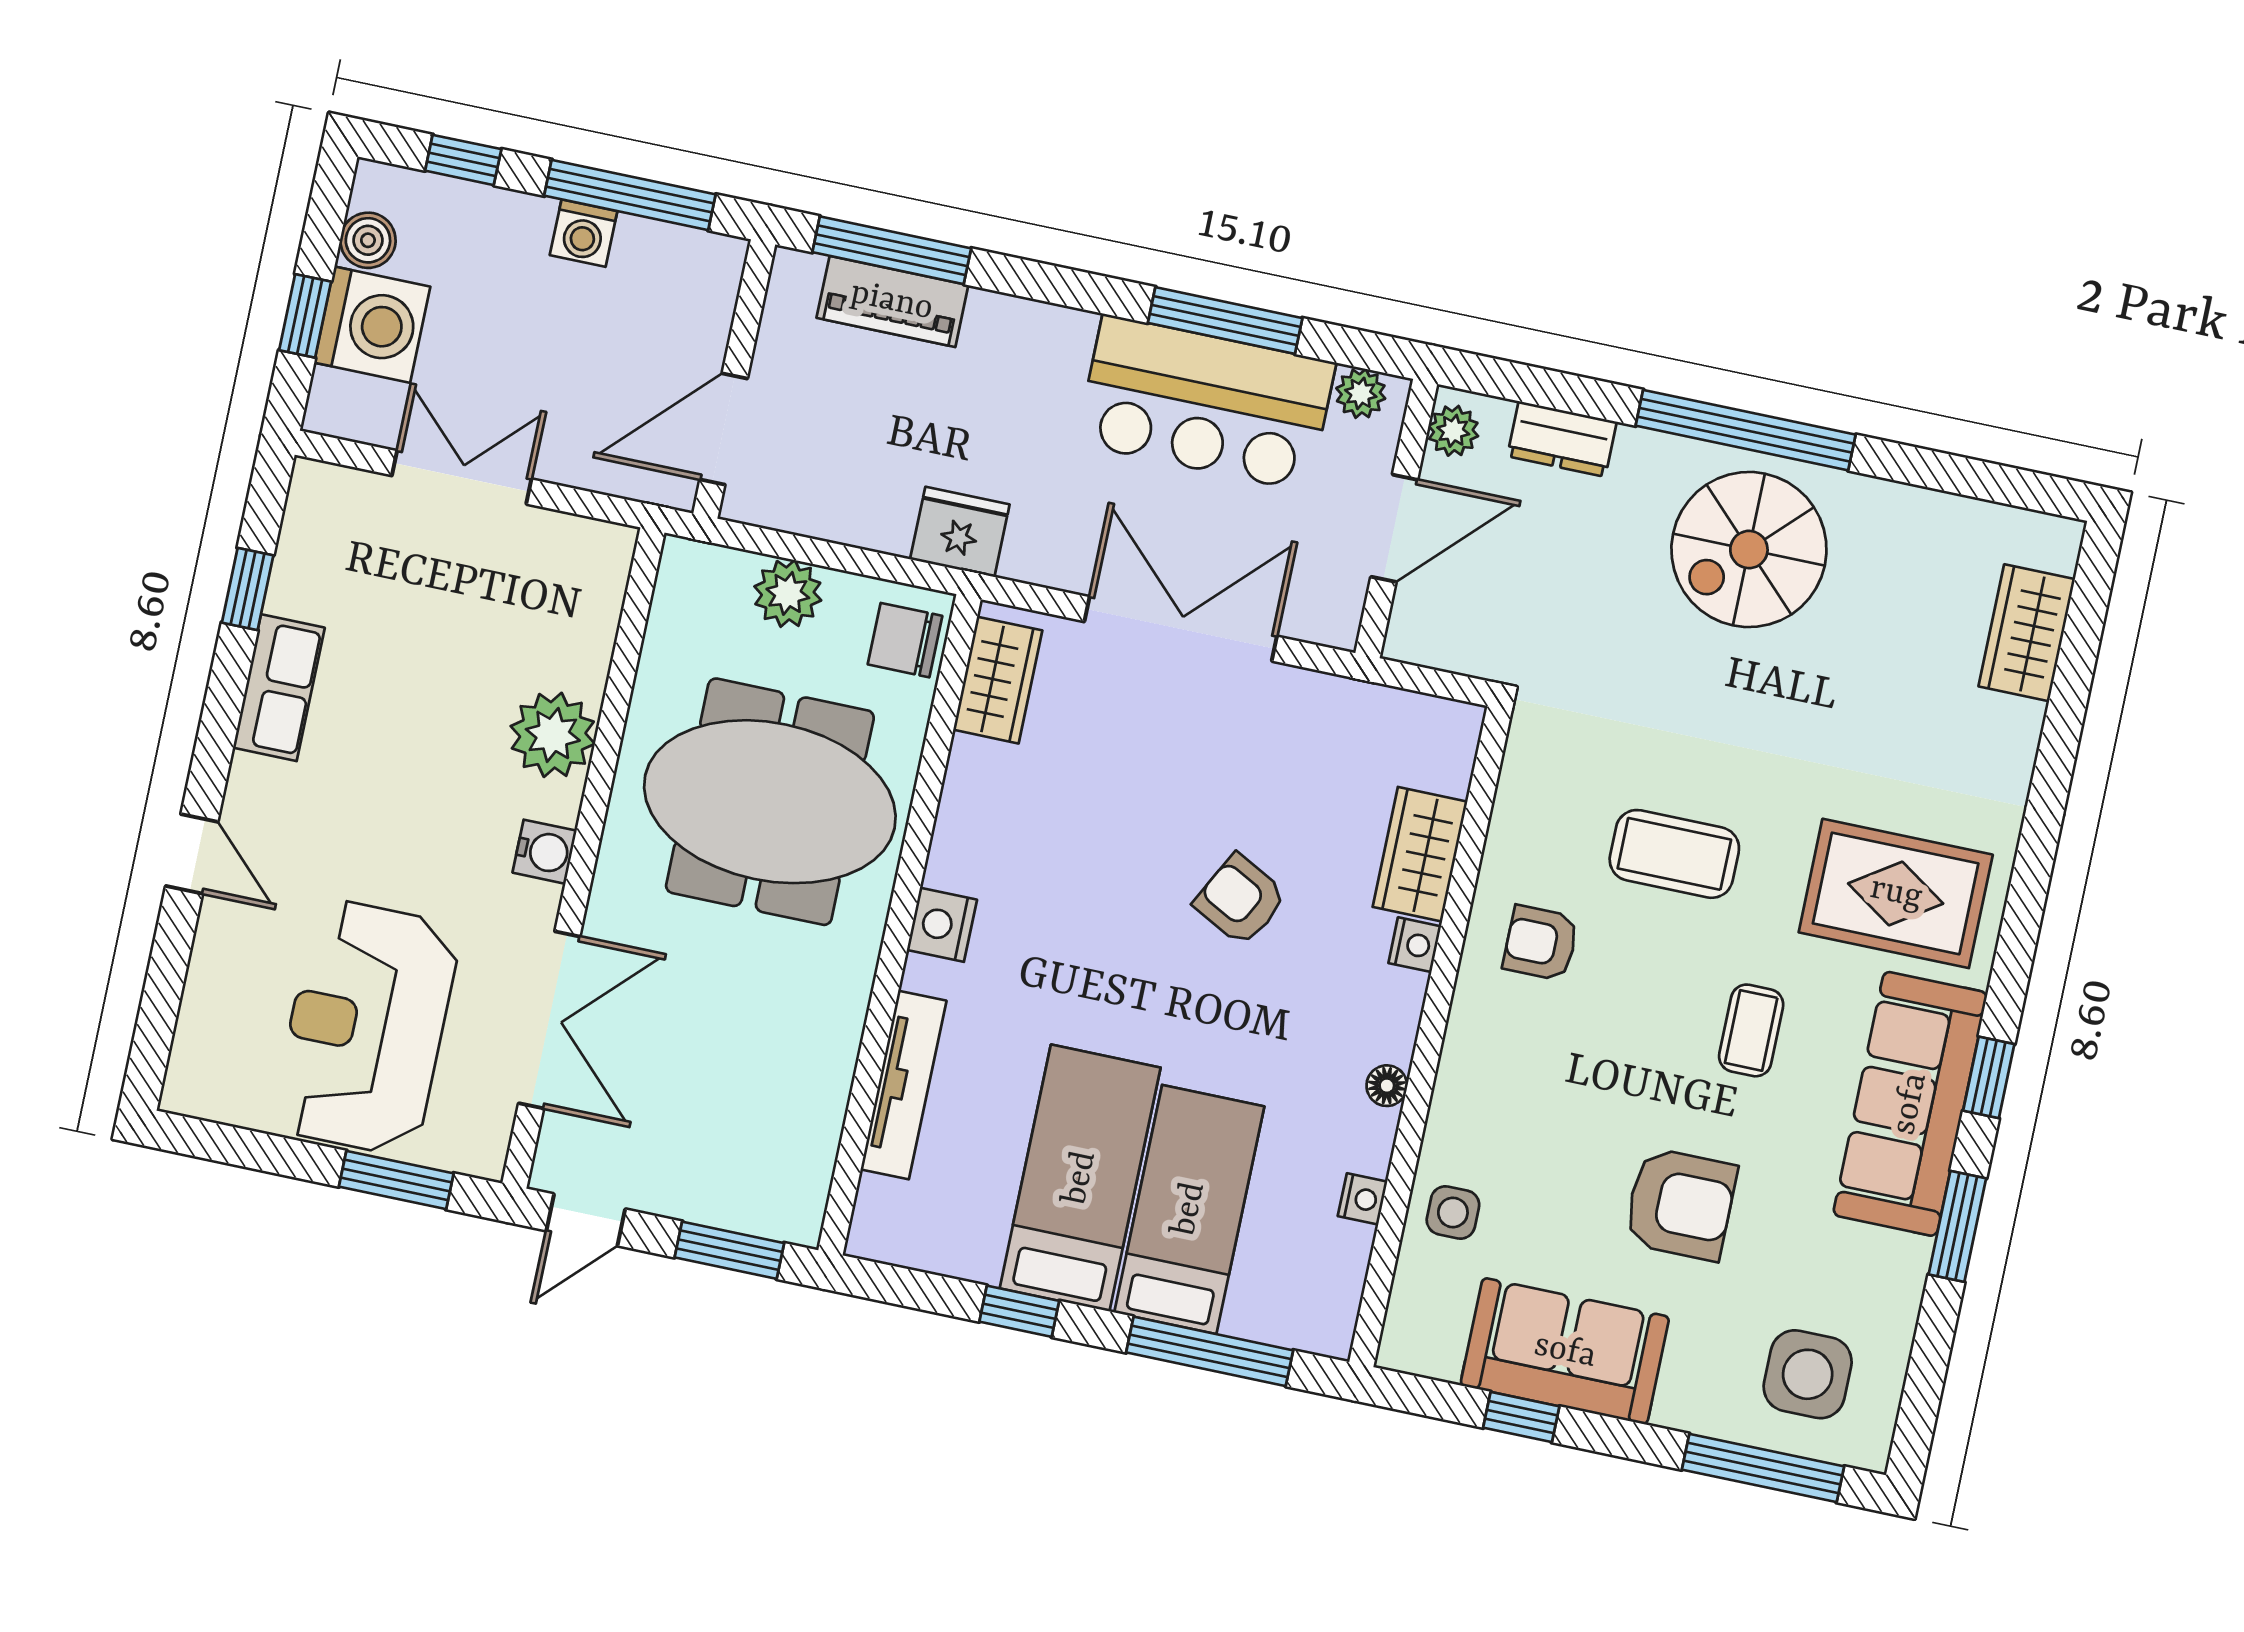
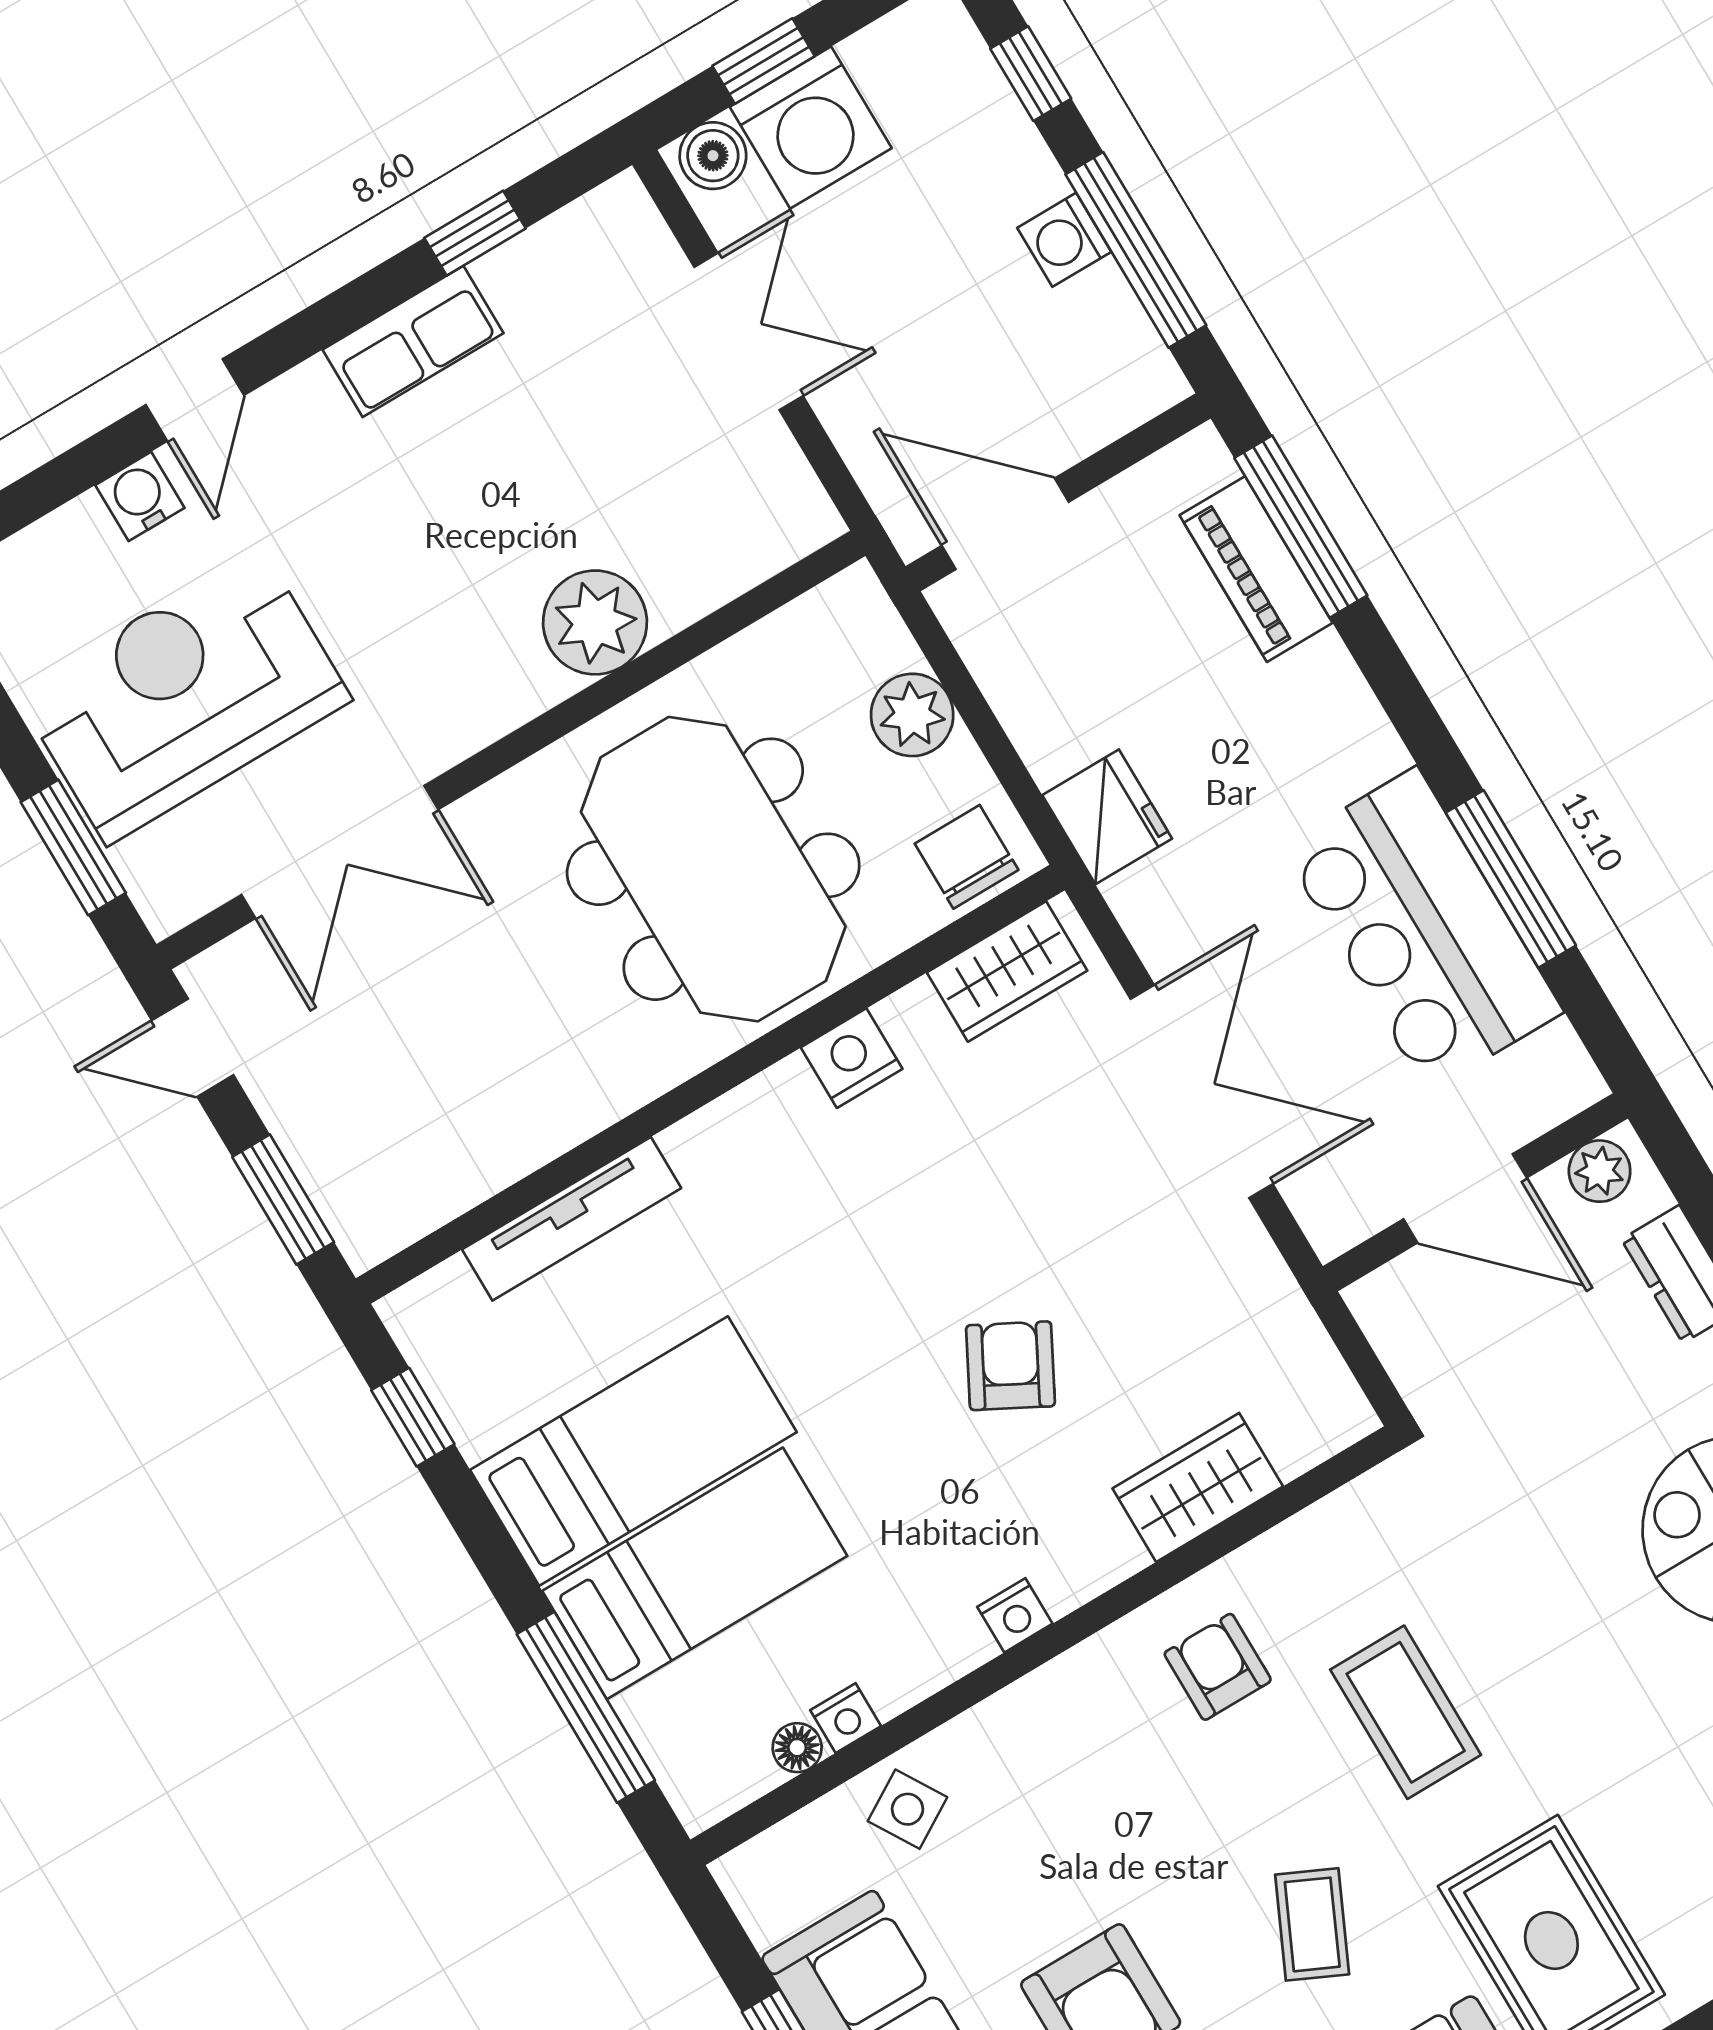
boiler: (368, 240) -> (713, 156), moved
plant: (1361, 393) -> (1557, 1059), removed
water cooler: (545, 852) -> (140, 496), moved, turned 180
nightstand: (942, 925) -> (852, 1058), moved
nightstand: (1415, 945) -> (1015, 1615), moved
coffee table: (1751, 1030) -> (1312, 1924), turned -65
floor lamp: (1387, 1086) -> (797, 1748), moved
side table: (1453, 1212) -> (907, 1809), turned -31
window: (1019, 1311) -> (413, 1417), moved

